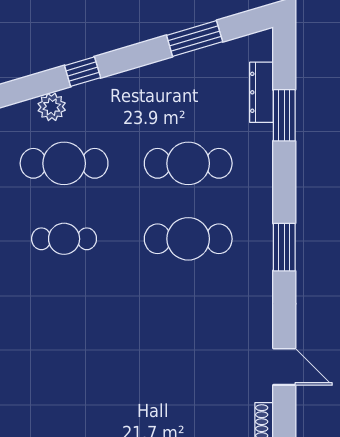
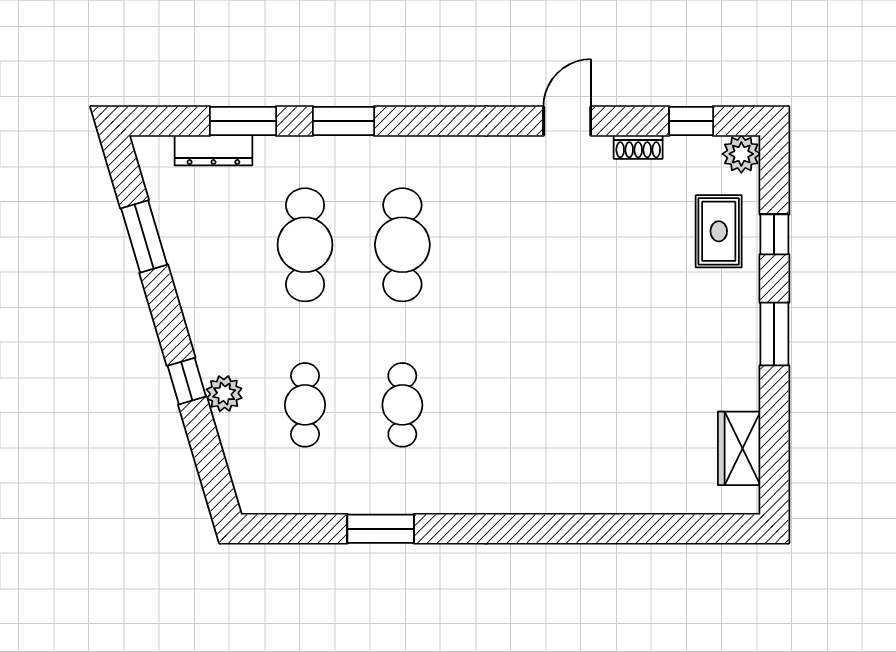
plant: (52, 107) -> (224, 394), moved
cafe table: (64, 163) -> (305, 405), width x0.73, depth x0.74
window: (284, 247) -> (343, 121), moved

